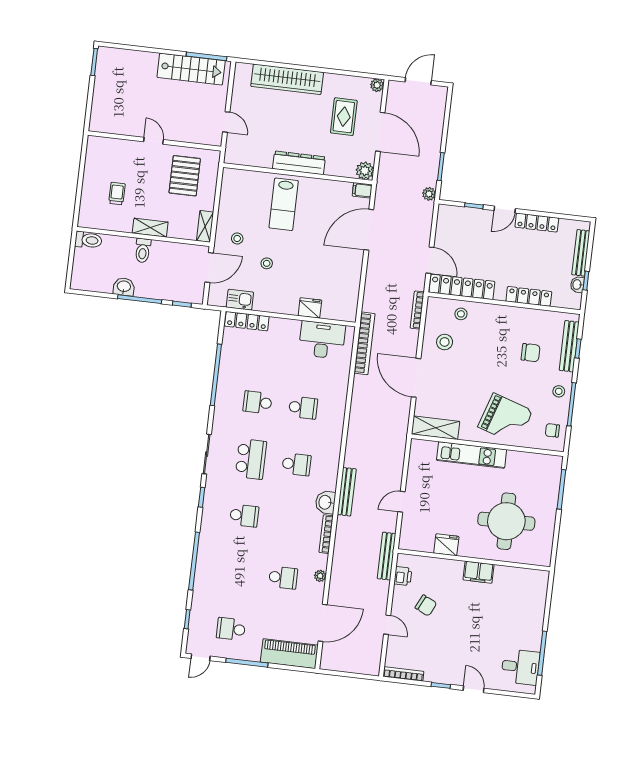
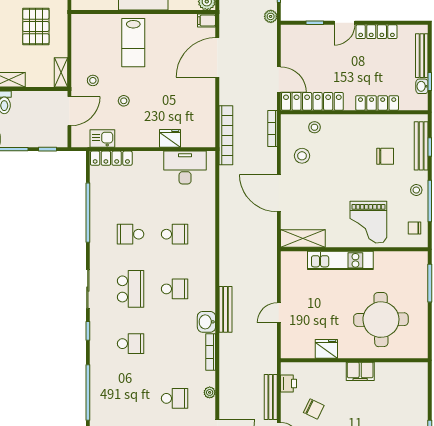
bookcase: (364, 343) -> (226, 135), moved
grand piano: (505, 419) -> (368, 222), turned 72
bench: (387, 556) -> (271, 397), moved

